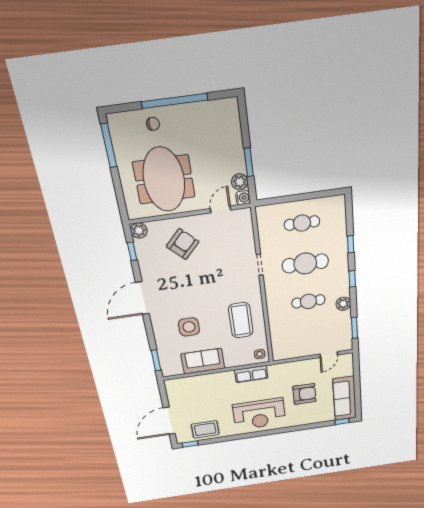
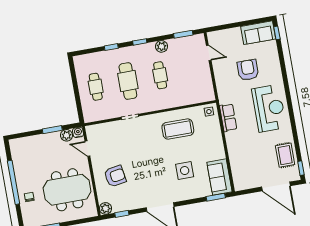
armchair: (183, 244) -> (115, 176), turned 127
sofa: (203, 361) -> (219, 177), moved
sofa: (345, 398) -> (258, 33), width x0.73

